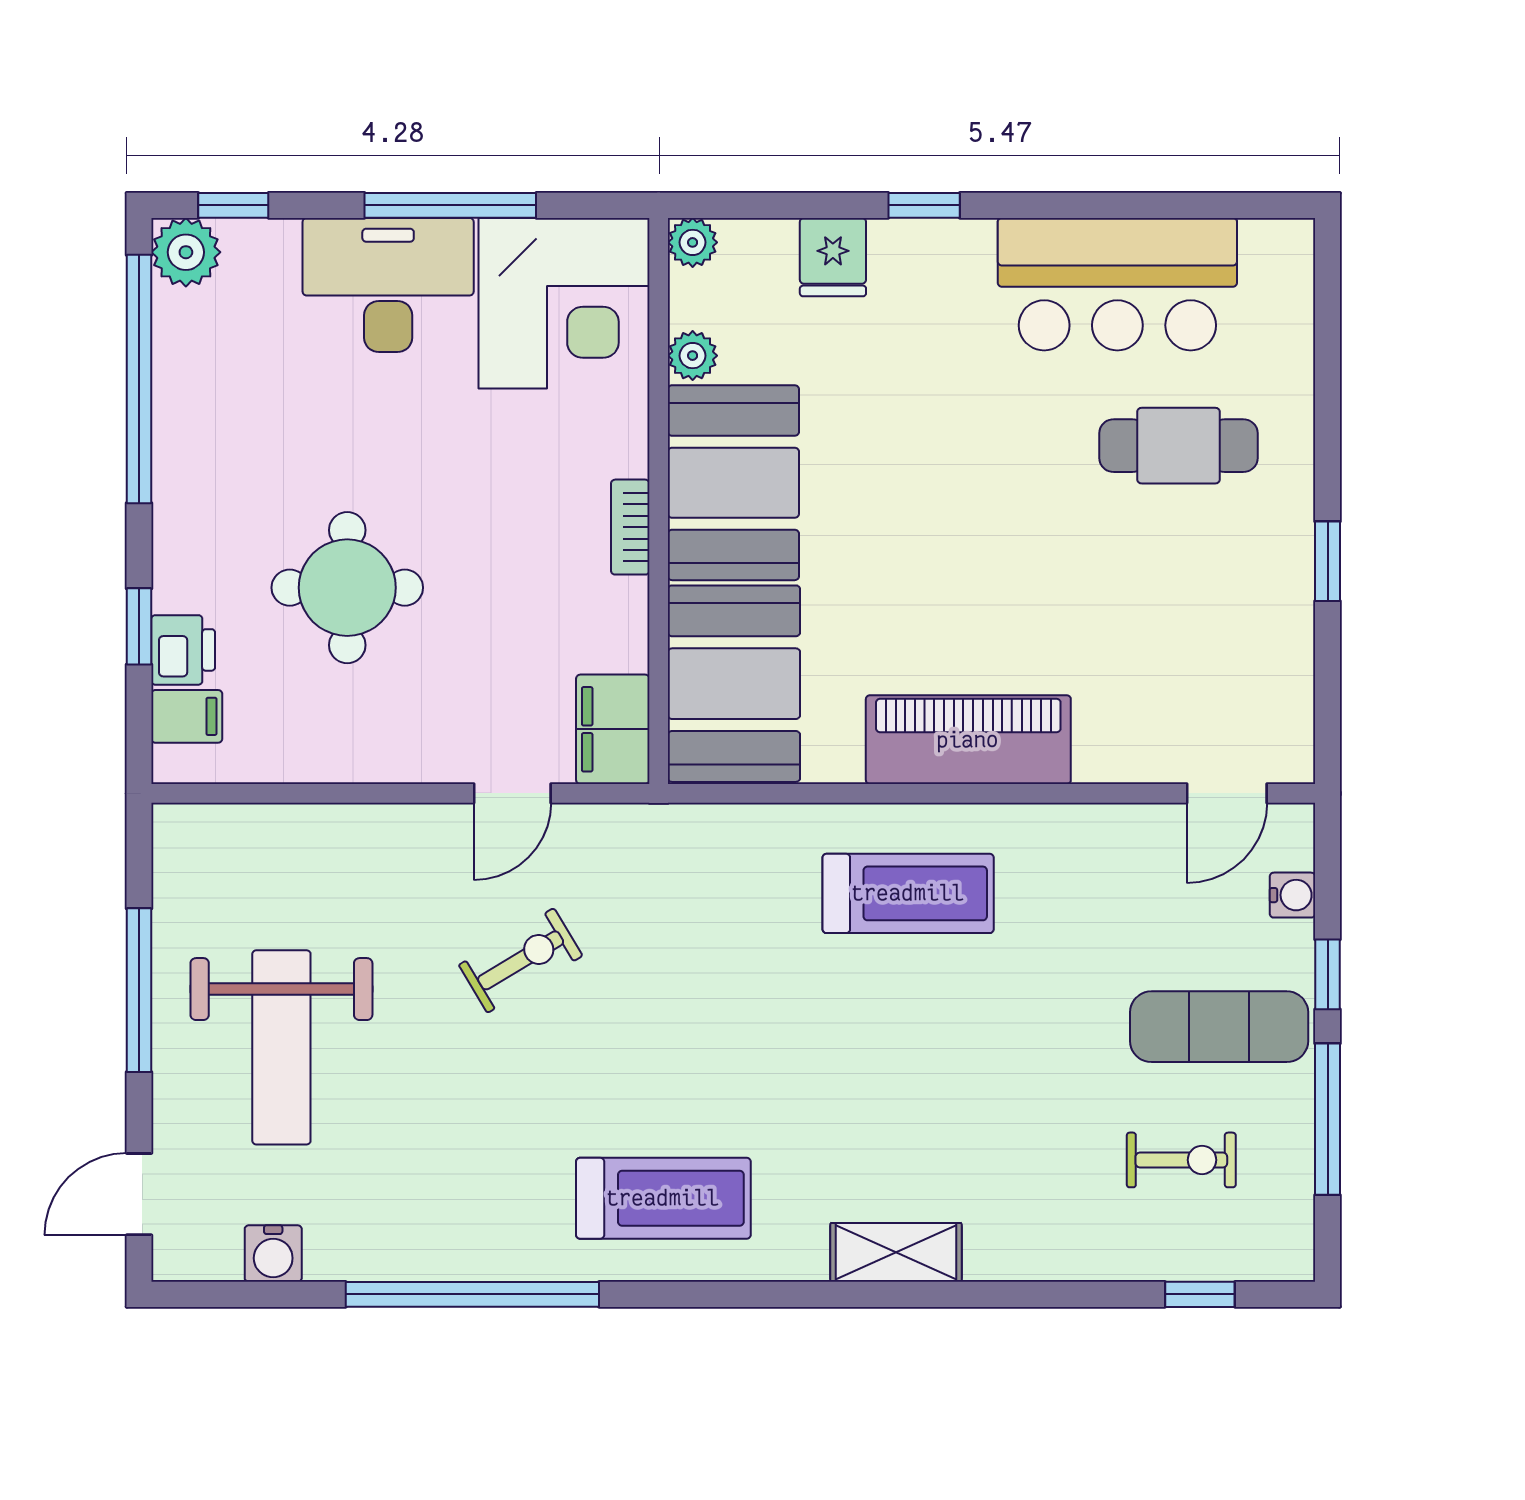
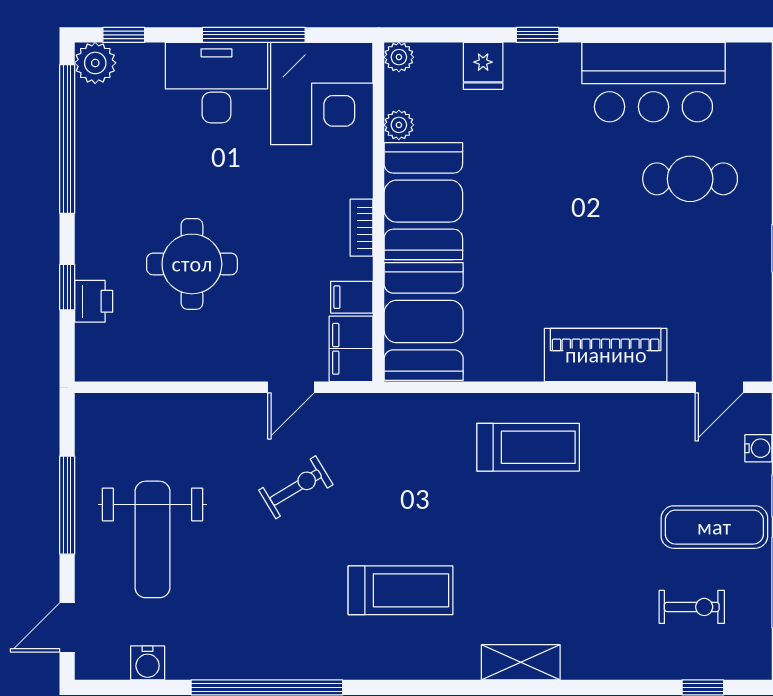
filing cabinet: (187, 716) -> (352, 297), moved, turned 180
piano: (968, 740) -> (606, 355), moved
treadmill: (663, 1198) -> (401, 590), moved

